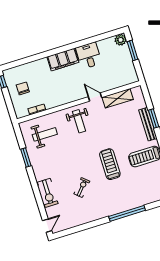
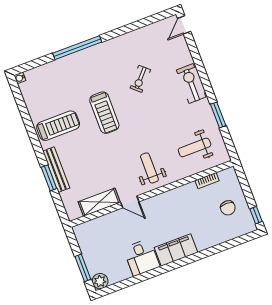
exercise bike: (48, 193) -> (191, 83), moved

